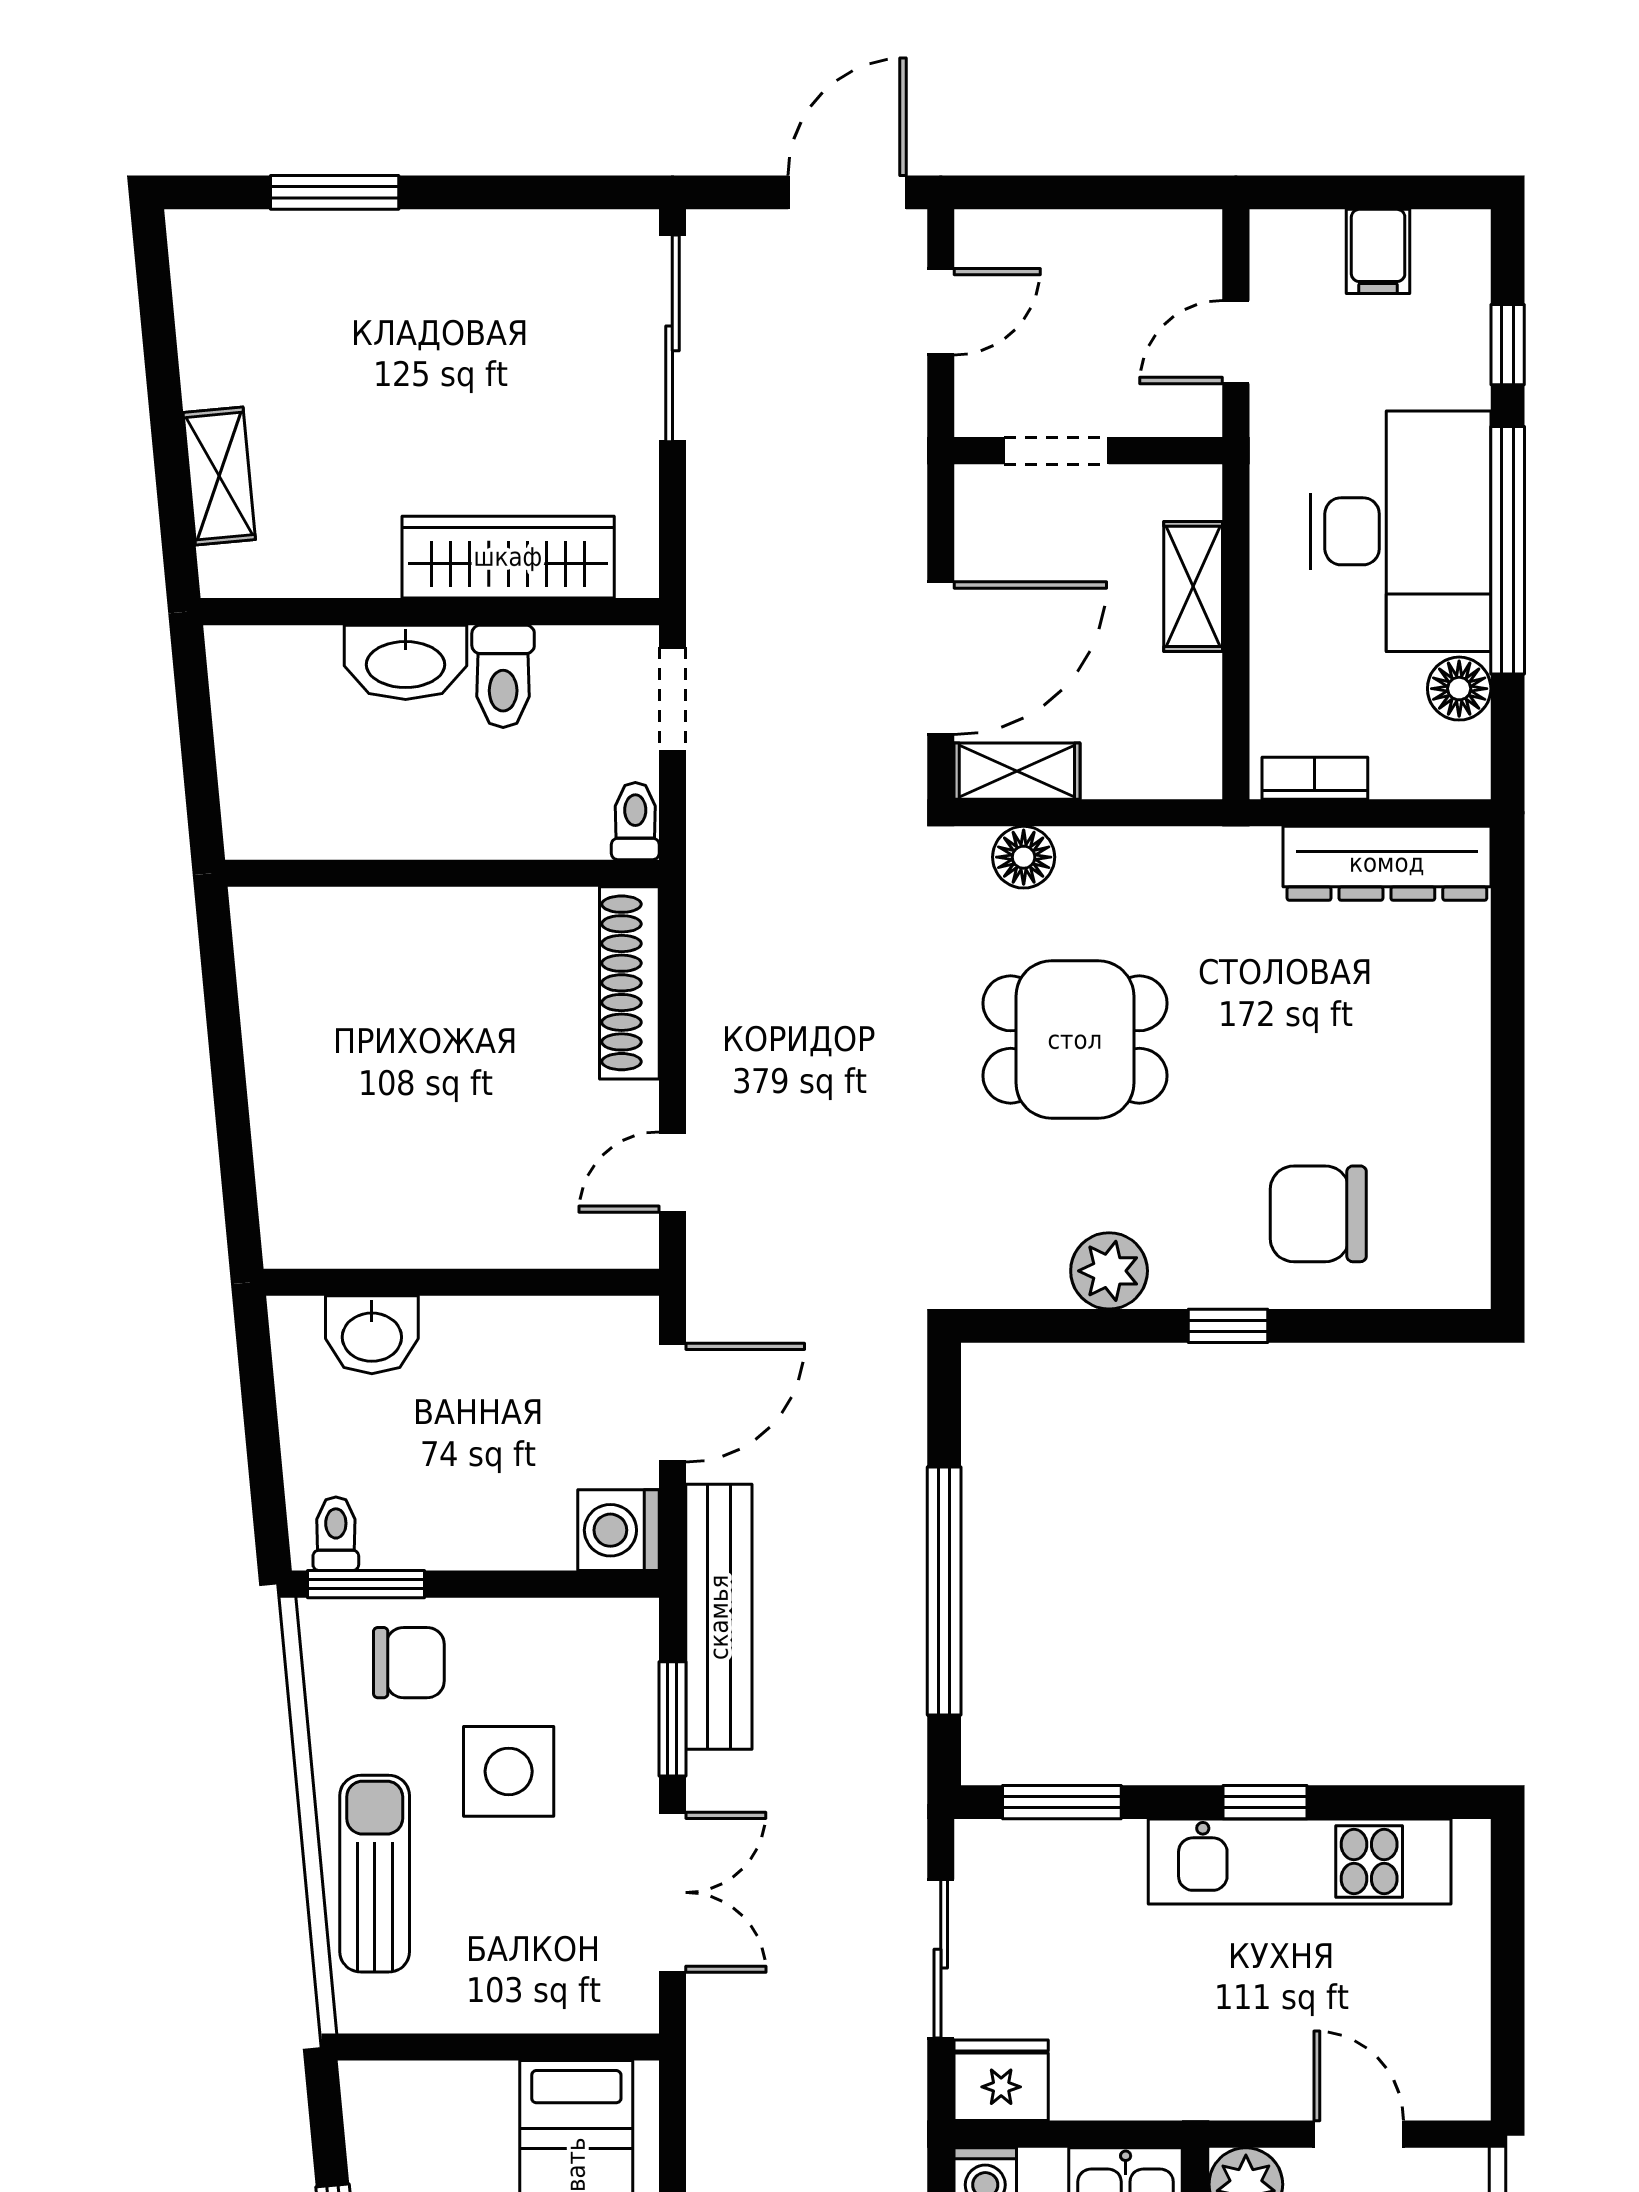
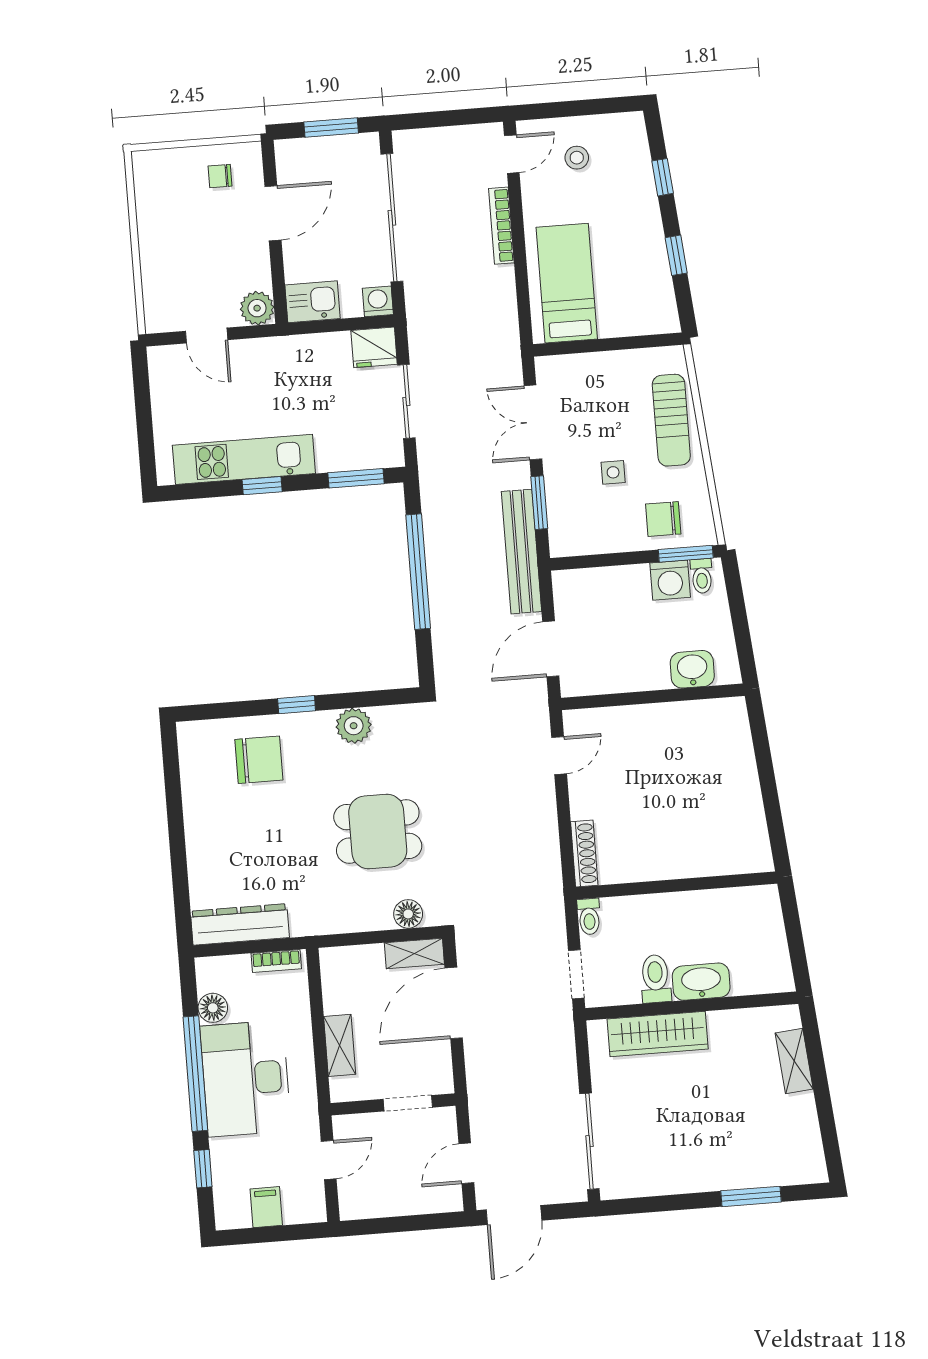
shoe rack: (629, 983) -> (584, 853), width x0.74, depth x0.81
washing machine: (619, 1530) -> (670, 580), moved, turned 90
side table: (509, 1771) -> (613, 472), width x0.54, depth x0.54

